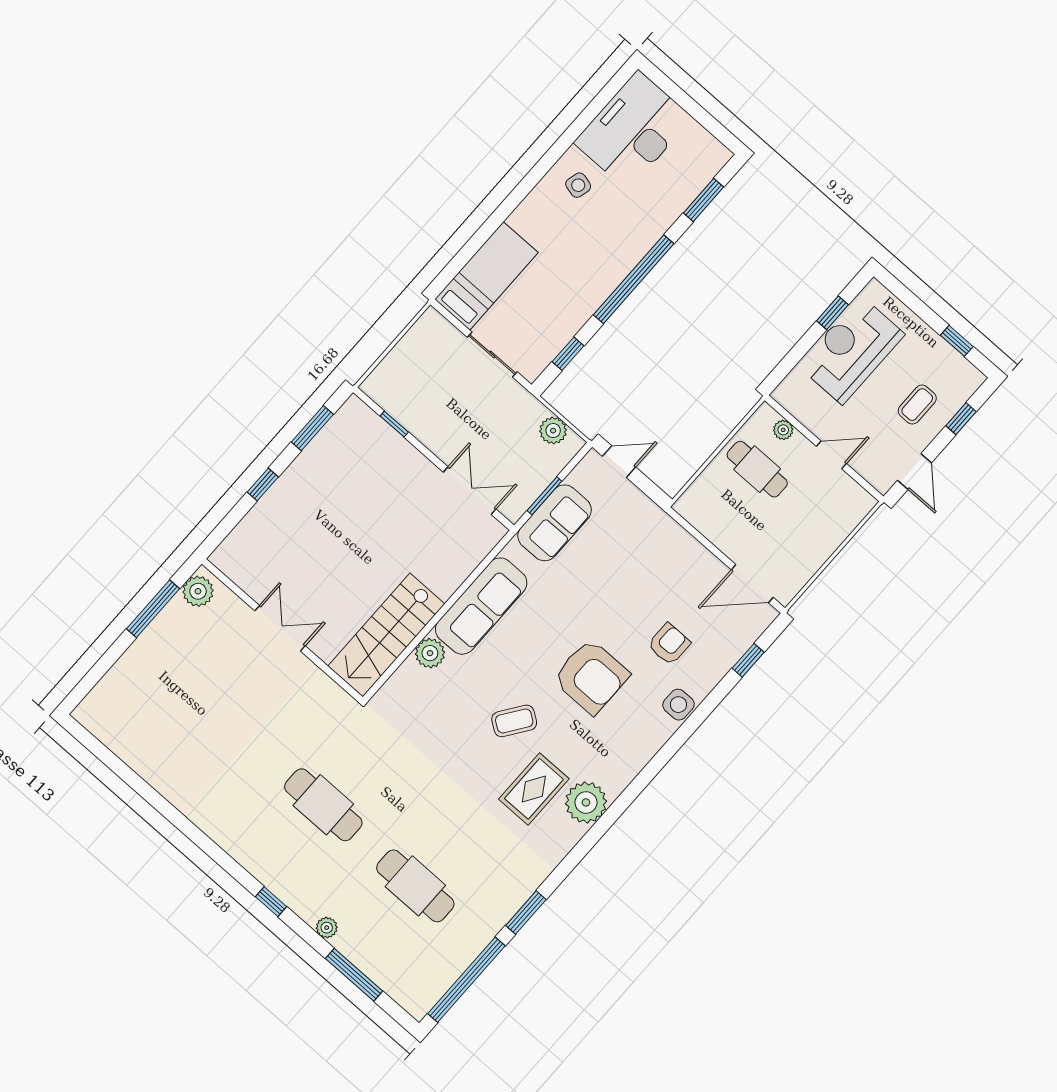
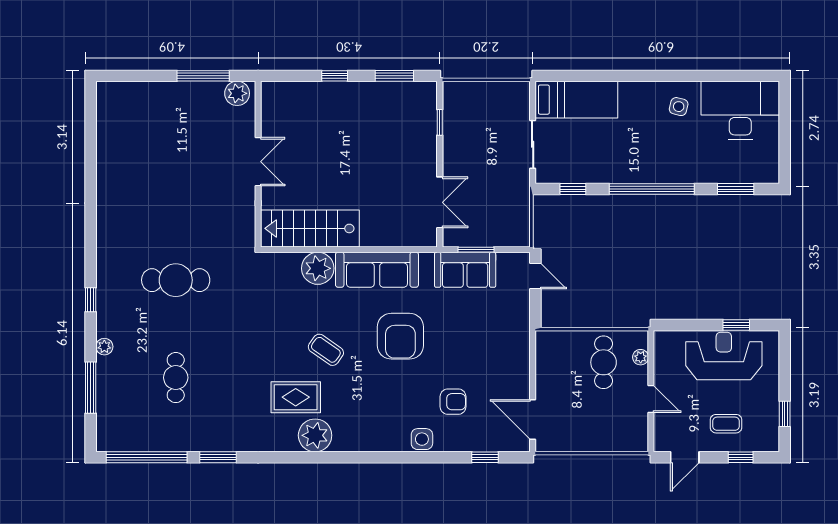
plant: (553, 431) -> (519, 220), removed
plant: (430, 653) -> (318, 268), width x1.36, depth x1.36
armchair: (591, 676) -> (400, 336), moved
cafe table: (323, 805) -> (176, 280), turned 90
cafe table: (415, 886) -> (176, 378), width x0.73, depth x0.74

